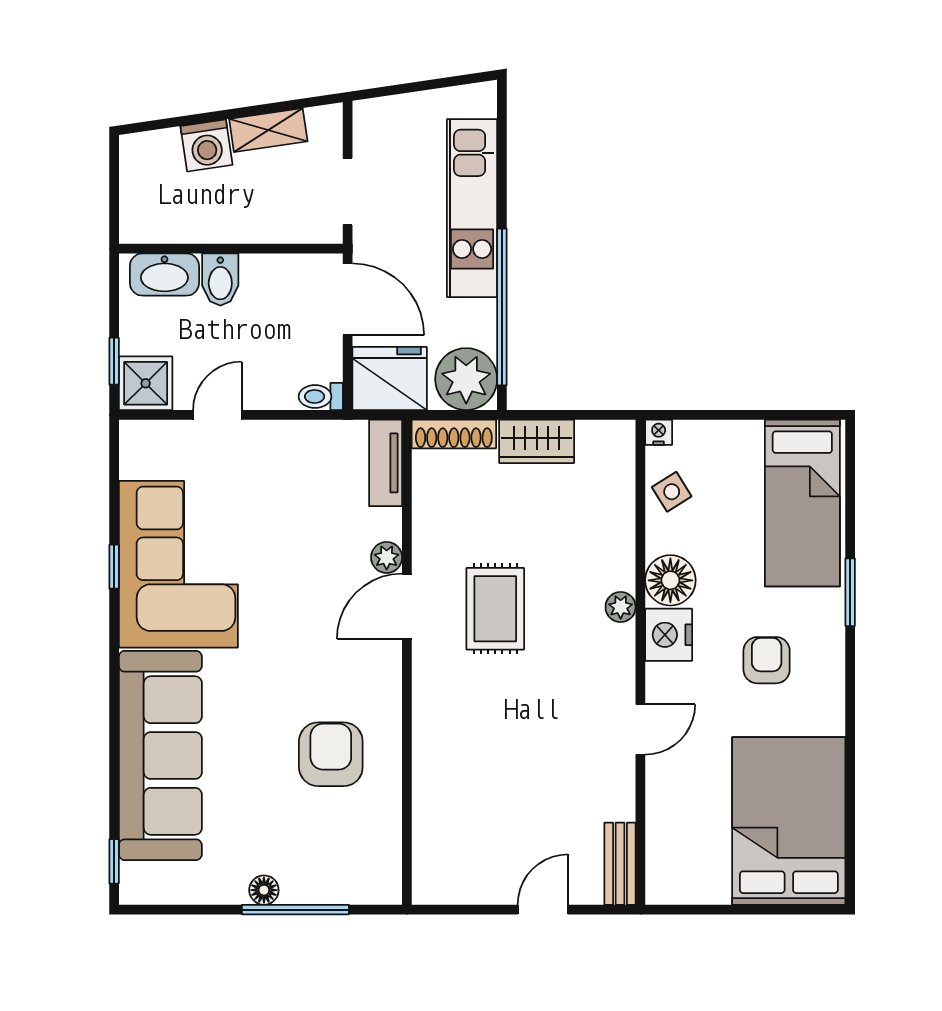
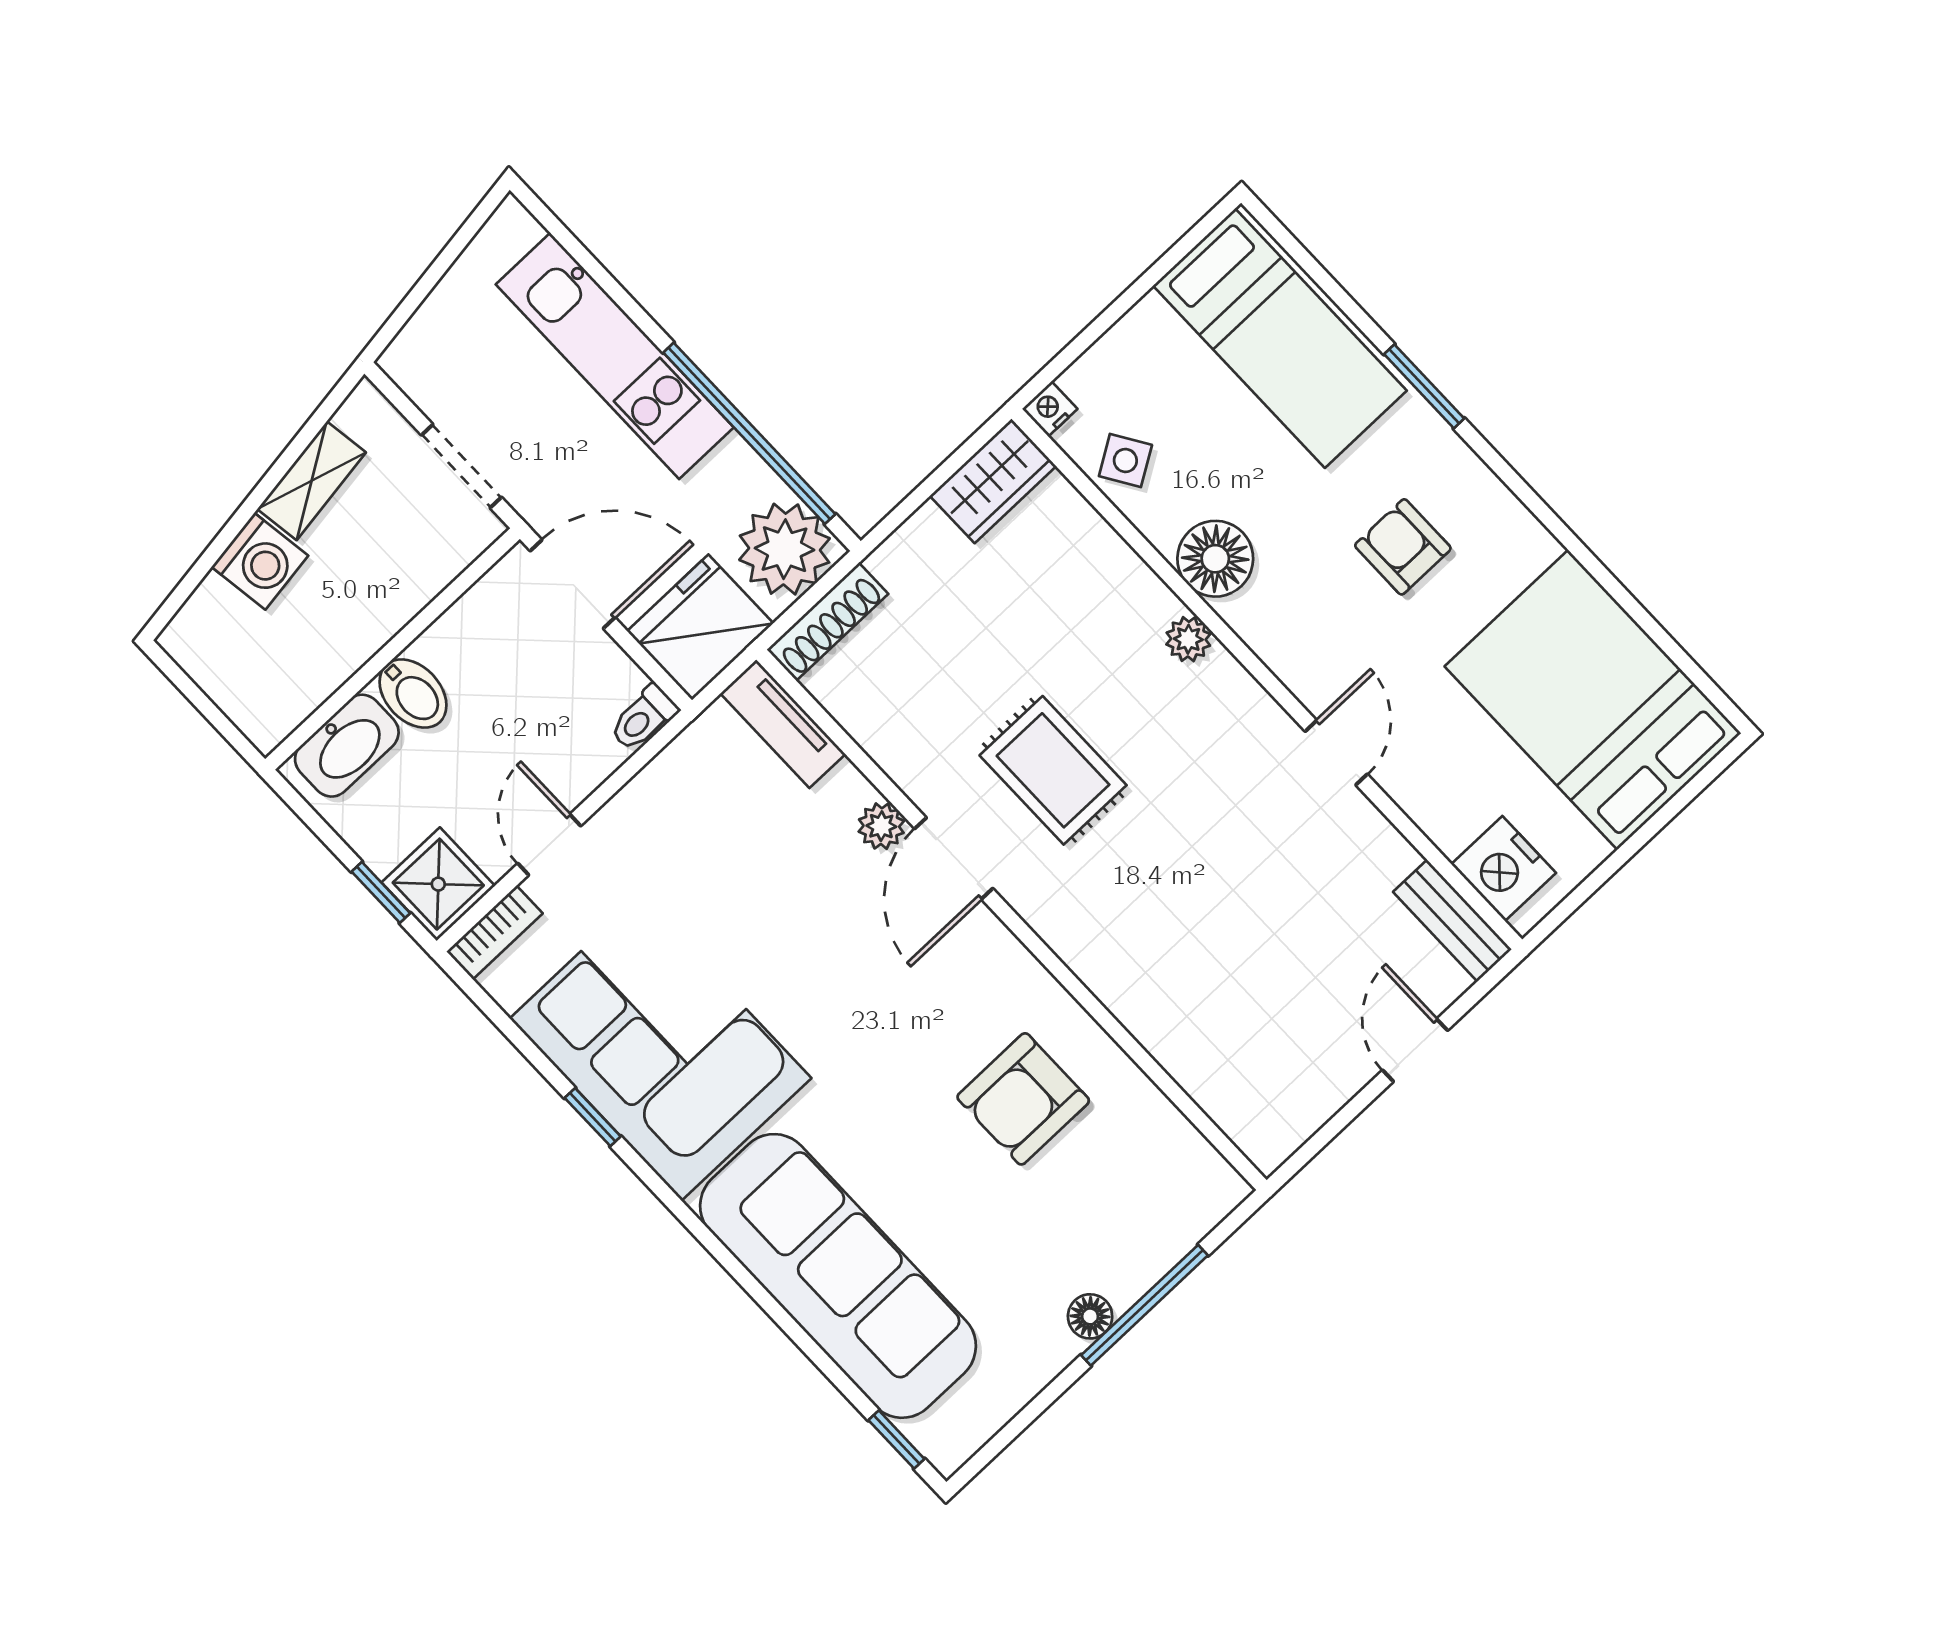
bookcase: (151, 432) -> (495, 932), added
wardrobe: (537, 441) -> (993, 481), moved
nightstand: (669, 635) -> (1504, 869), moved
armchair: (331, 754) -> (1023, 1099), turned -90

